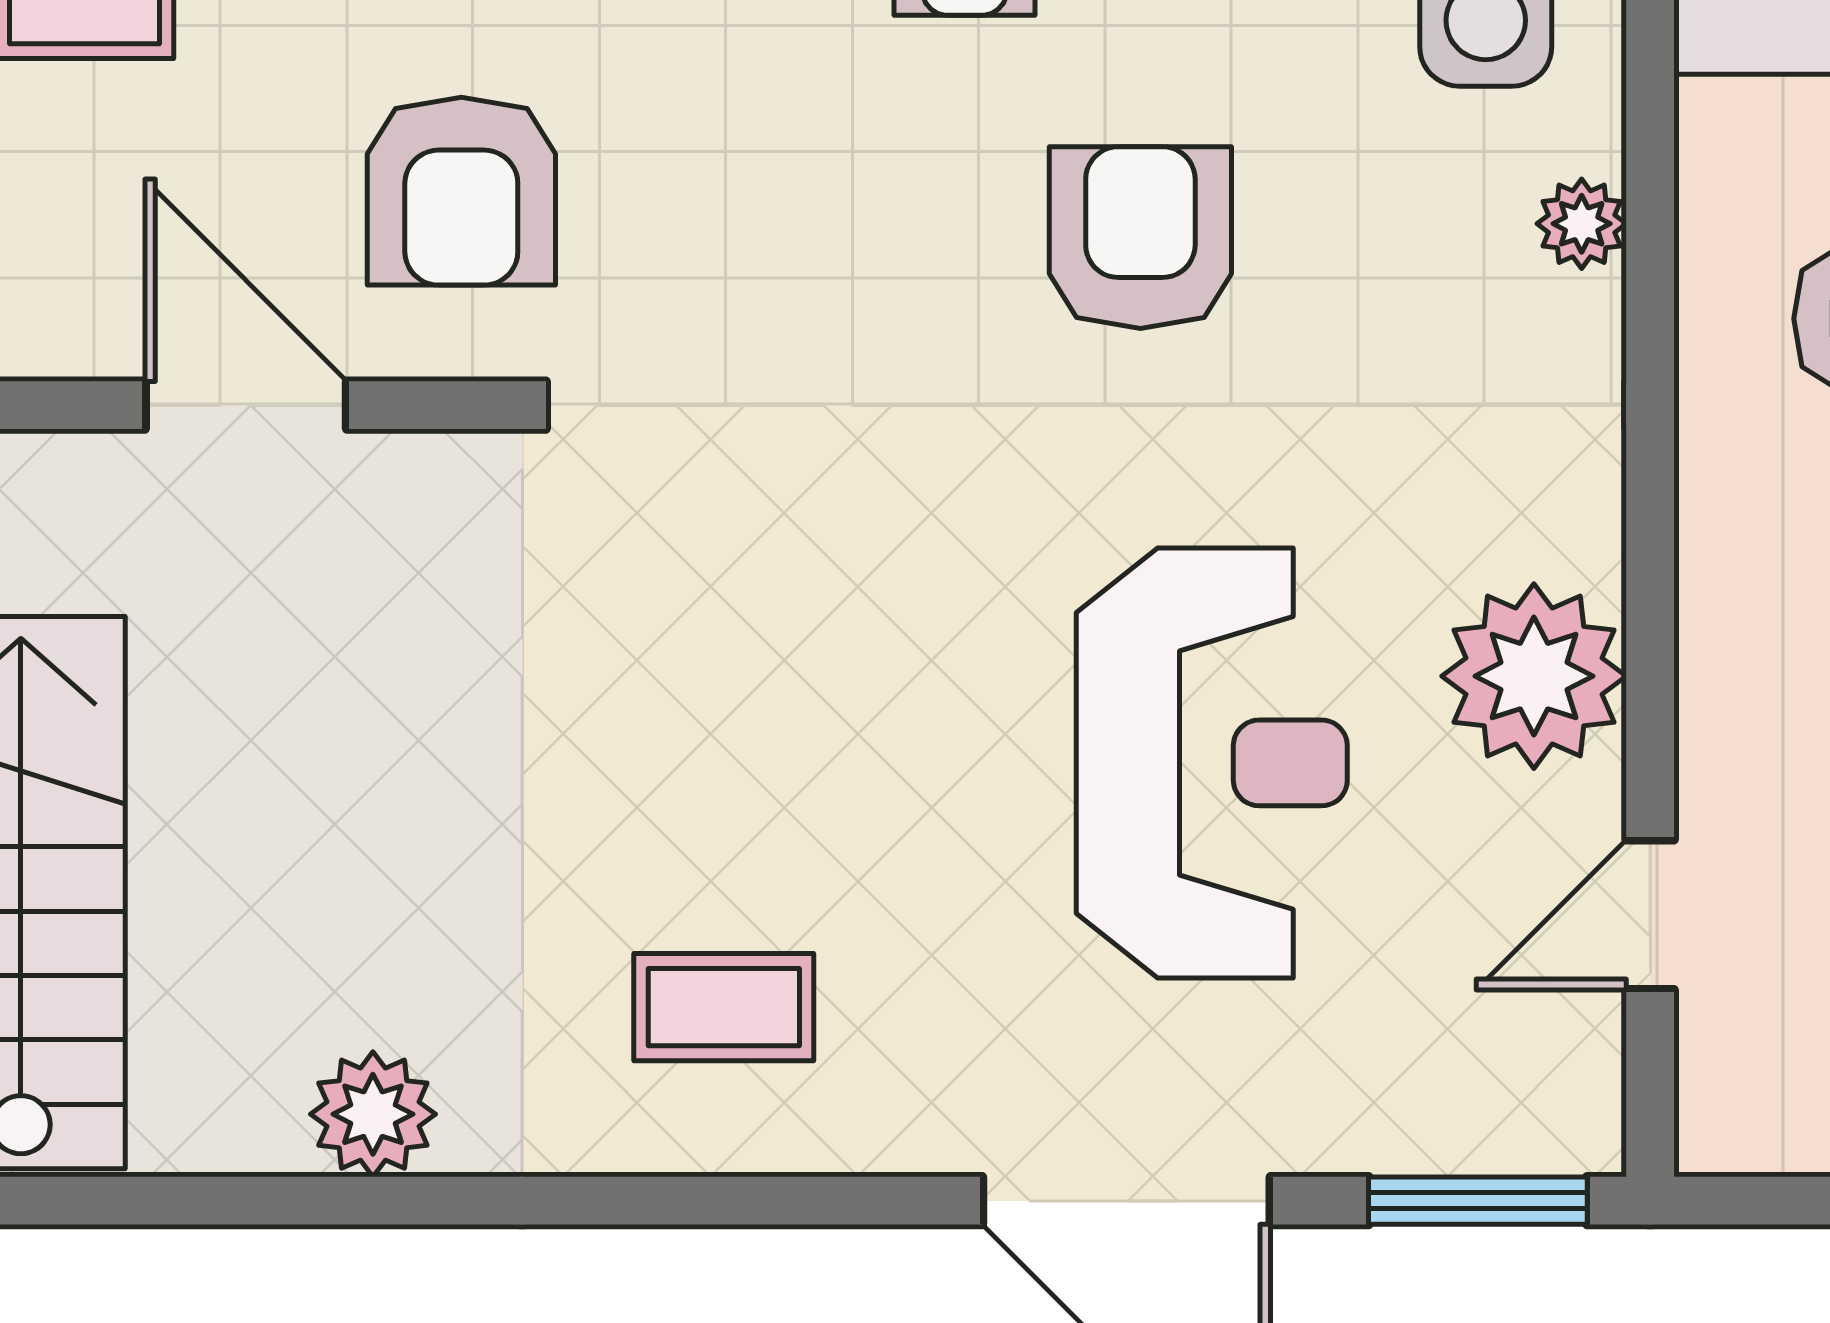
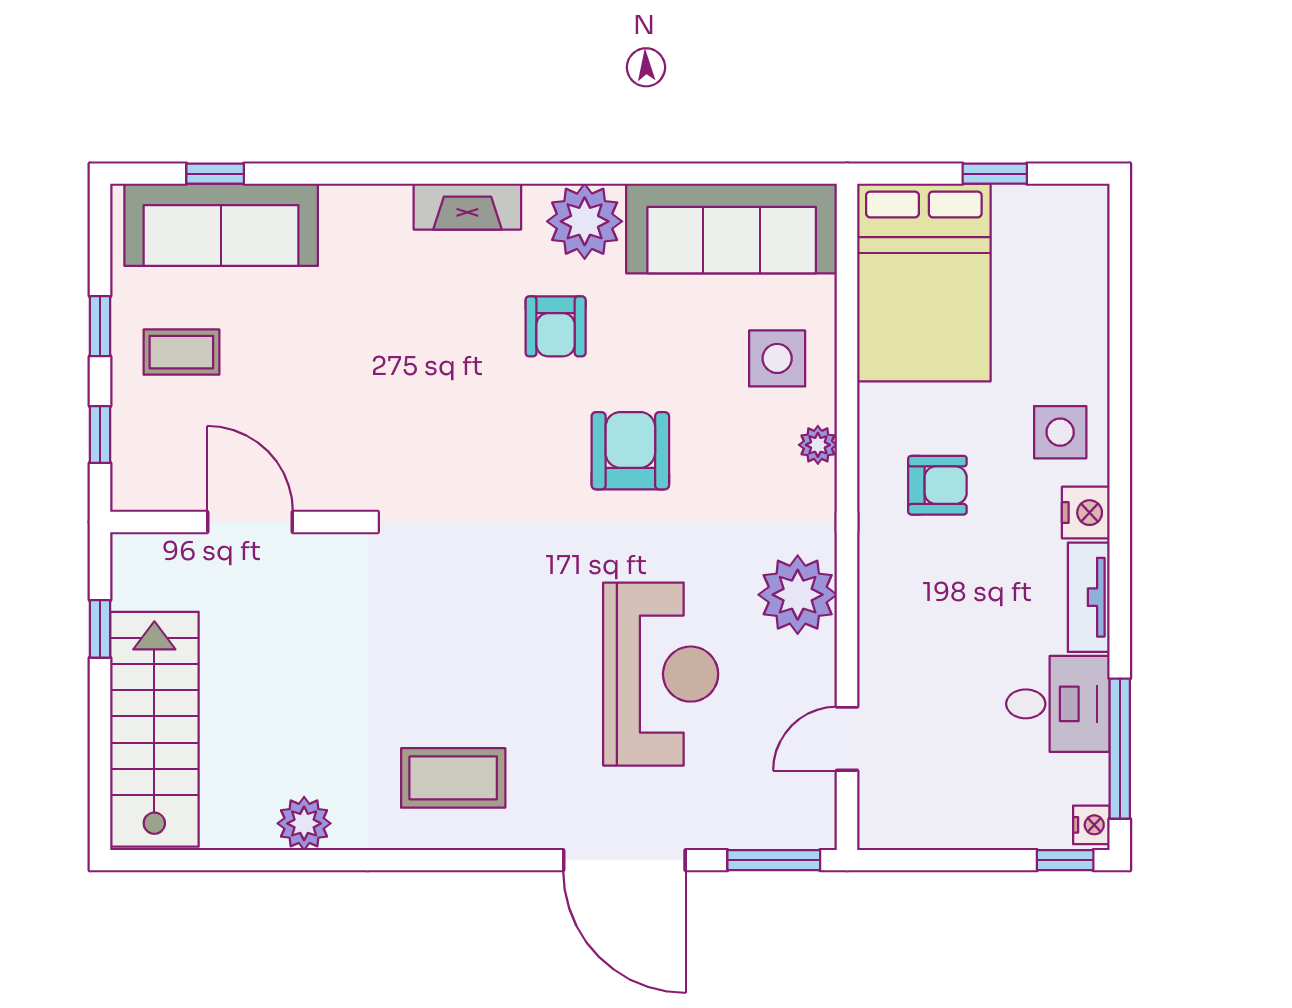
armchair: (461, 191) -> (342, 431), removed
plant: (1534, 676) -> (798, 595), moved
coffee table: (724, 1007) -> (453, 778), width x1.36, depth x1.30

